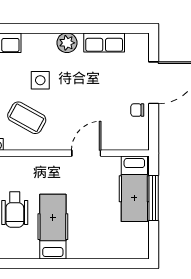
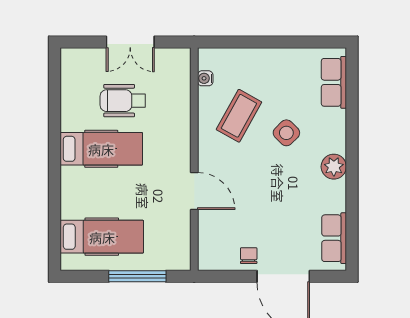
row of seats: (104, 42) -> (334, 238), moved
side table: (40, 80) -> (286, 133), turned 45
hospital bed: (134, 189) -> (102, 237), moved, turned 180

